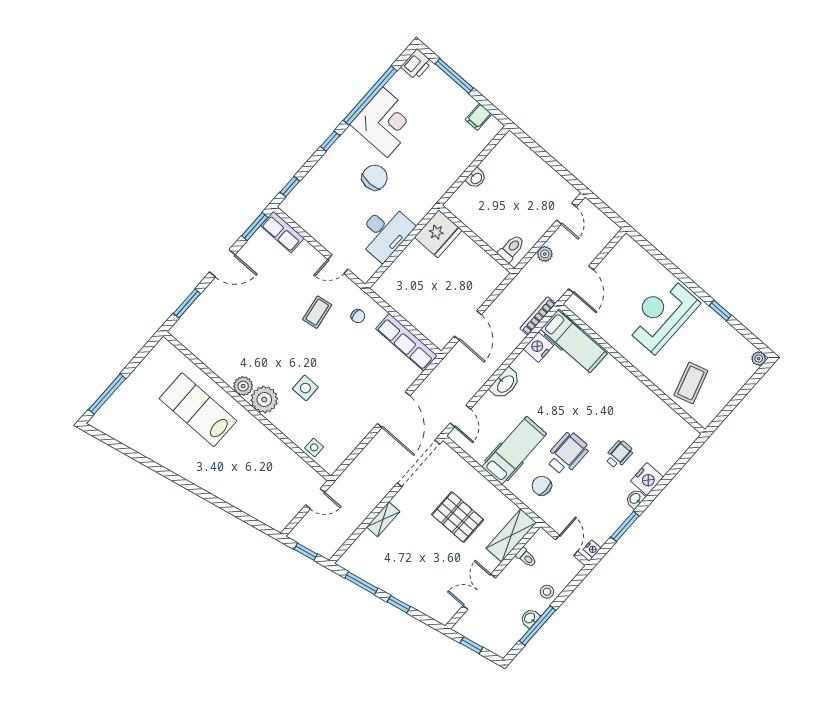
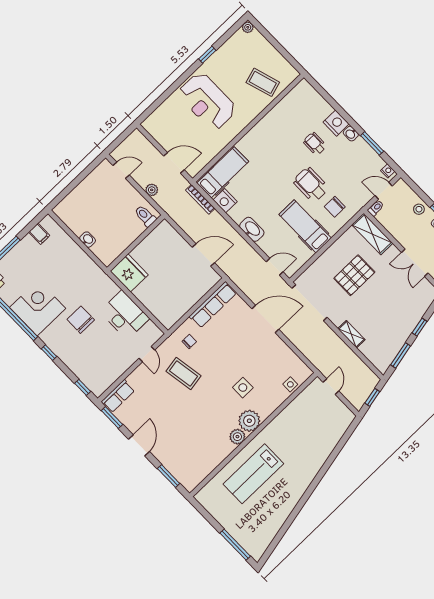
coffee table: (317, 312) -> (184, 373), width x1.36, depth x1.30
toilet: (526, 557) -> (376, 208), moved

